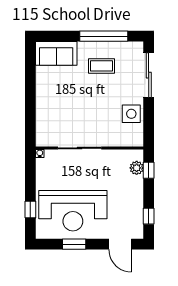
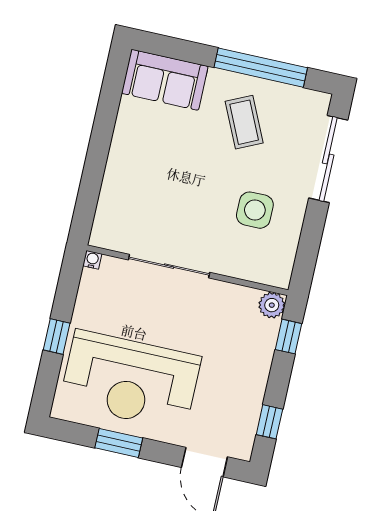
coffee table: (102, 66) -> (244, 122), turned 65
side table: (131, 114) -> (255, 210), moved
plant: (137, 168) -> (272, 305), moved
window: (30, 210) -> (57, 336), moved

